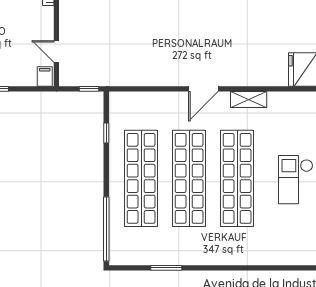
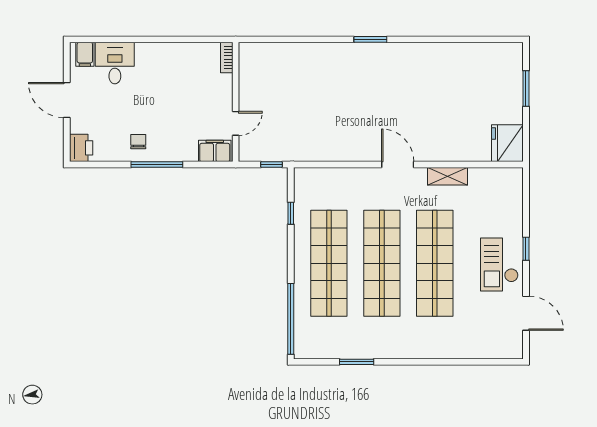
door: (56, 52) -> (236, 123), swing flipped
filing cabinet: (45, 77) -> (215, 151), width x2.00
door: (203, 89) -> (398, 165), swing flipped

